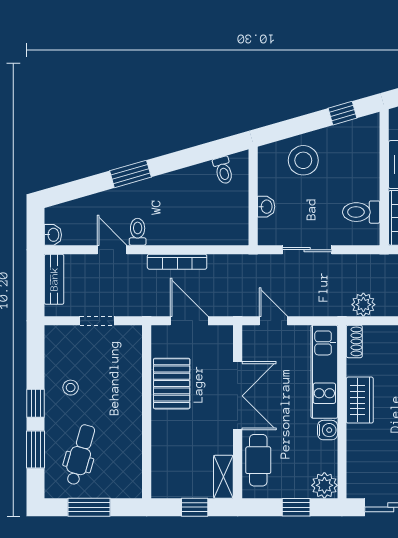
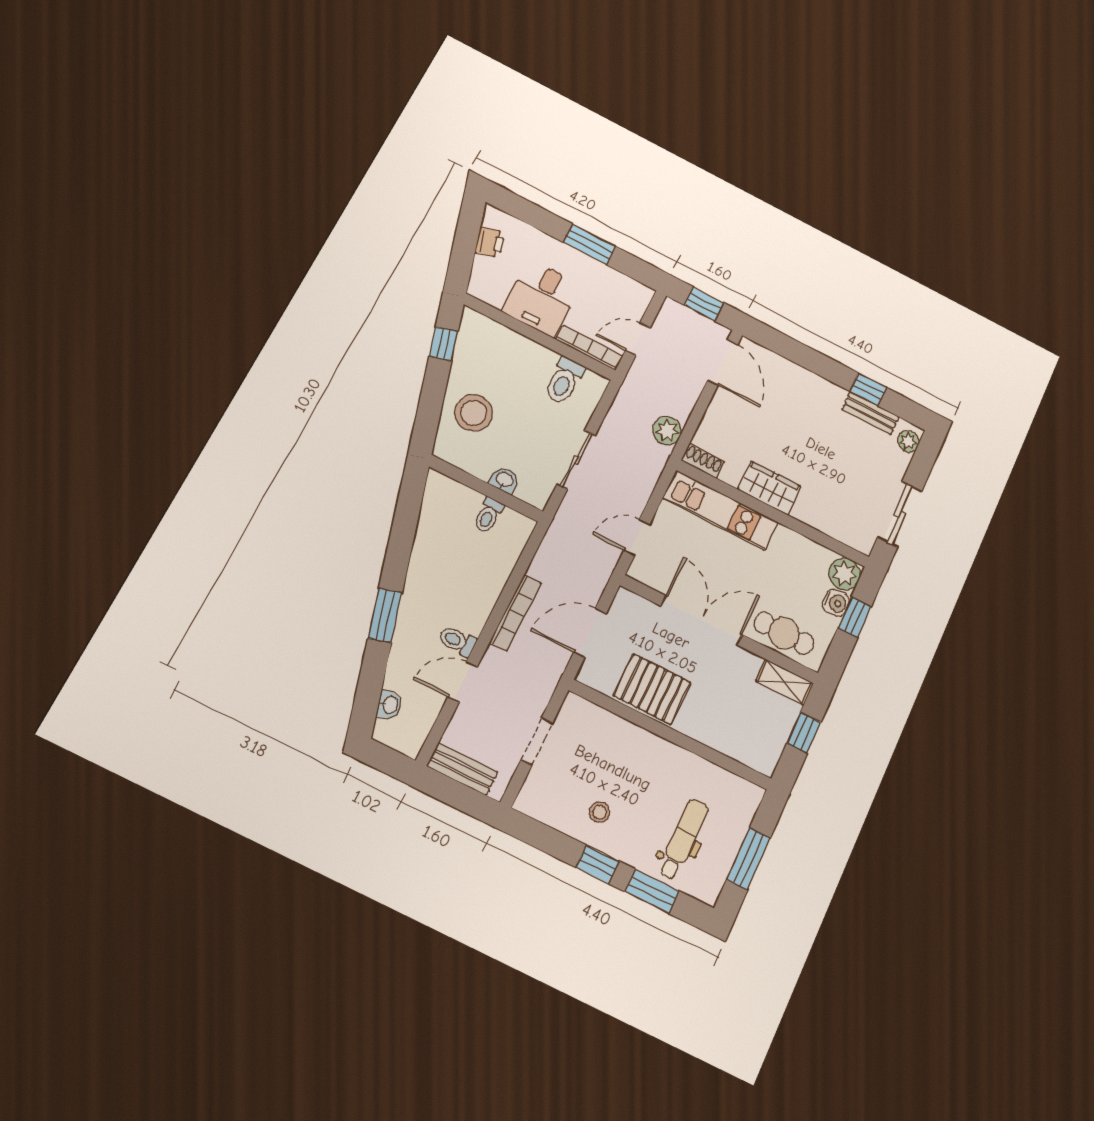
toilet: (223, 170) -> (488, 515), moved, turned 106
washbasin: (53, 235) -> (390, 705), moved, turned 74
water cooler: (328, 430) -> (836, 603), moved, turned 90
dental chair: (80, 455) -> (683, 839), turned 74

